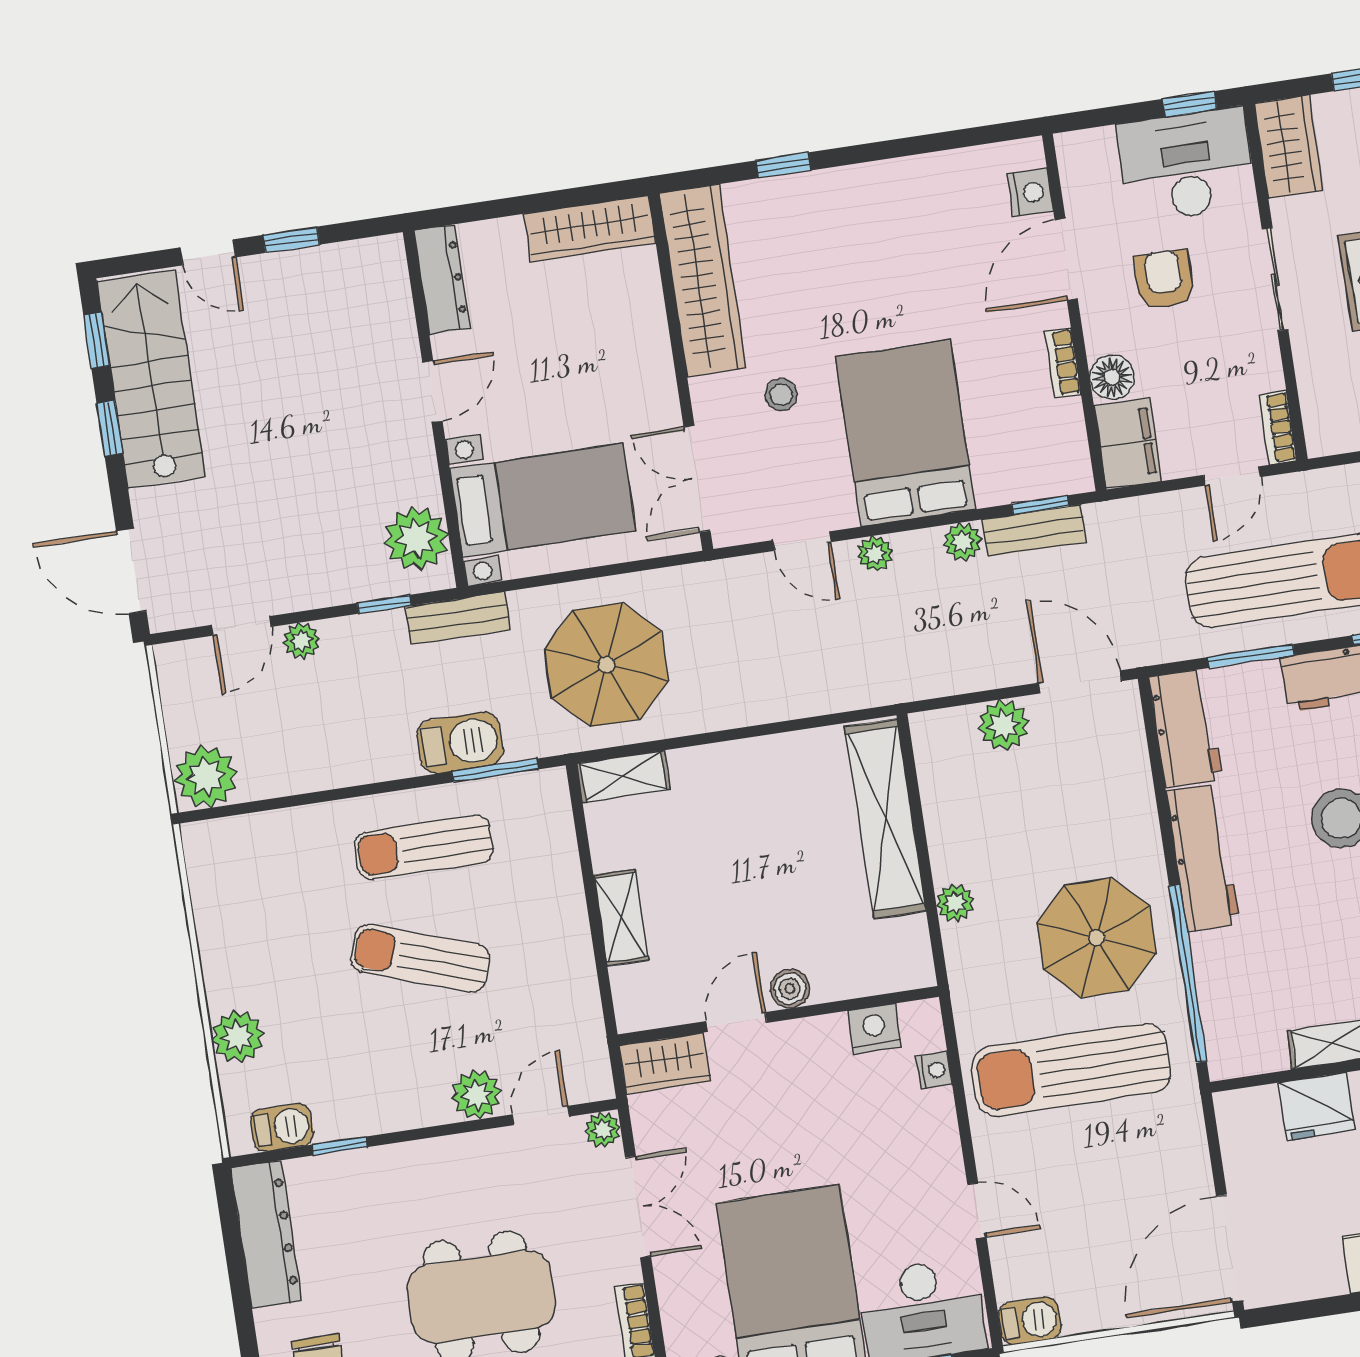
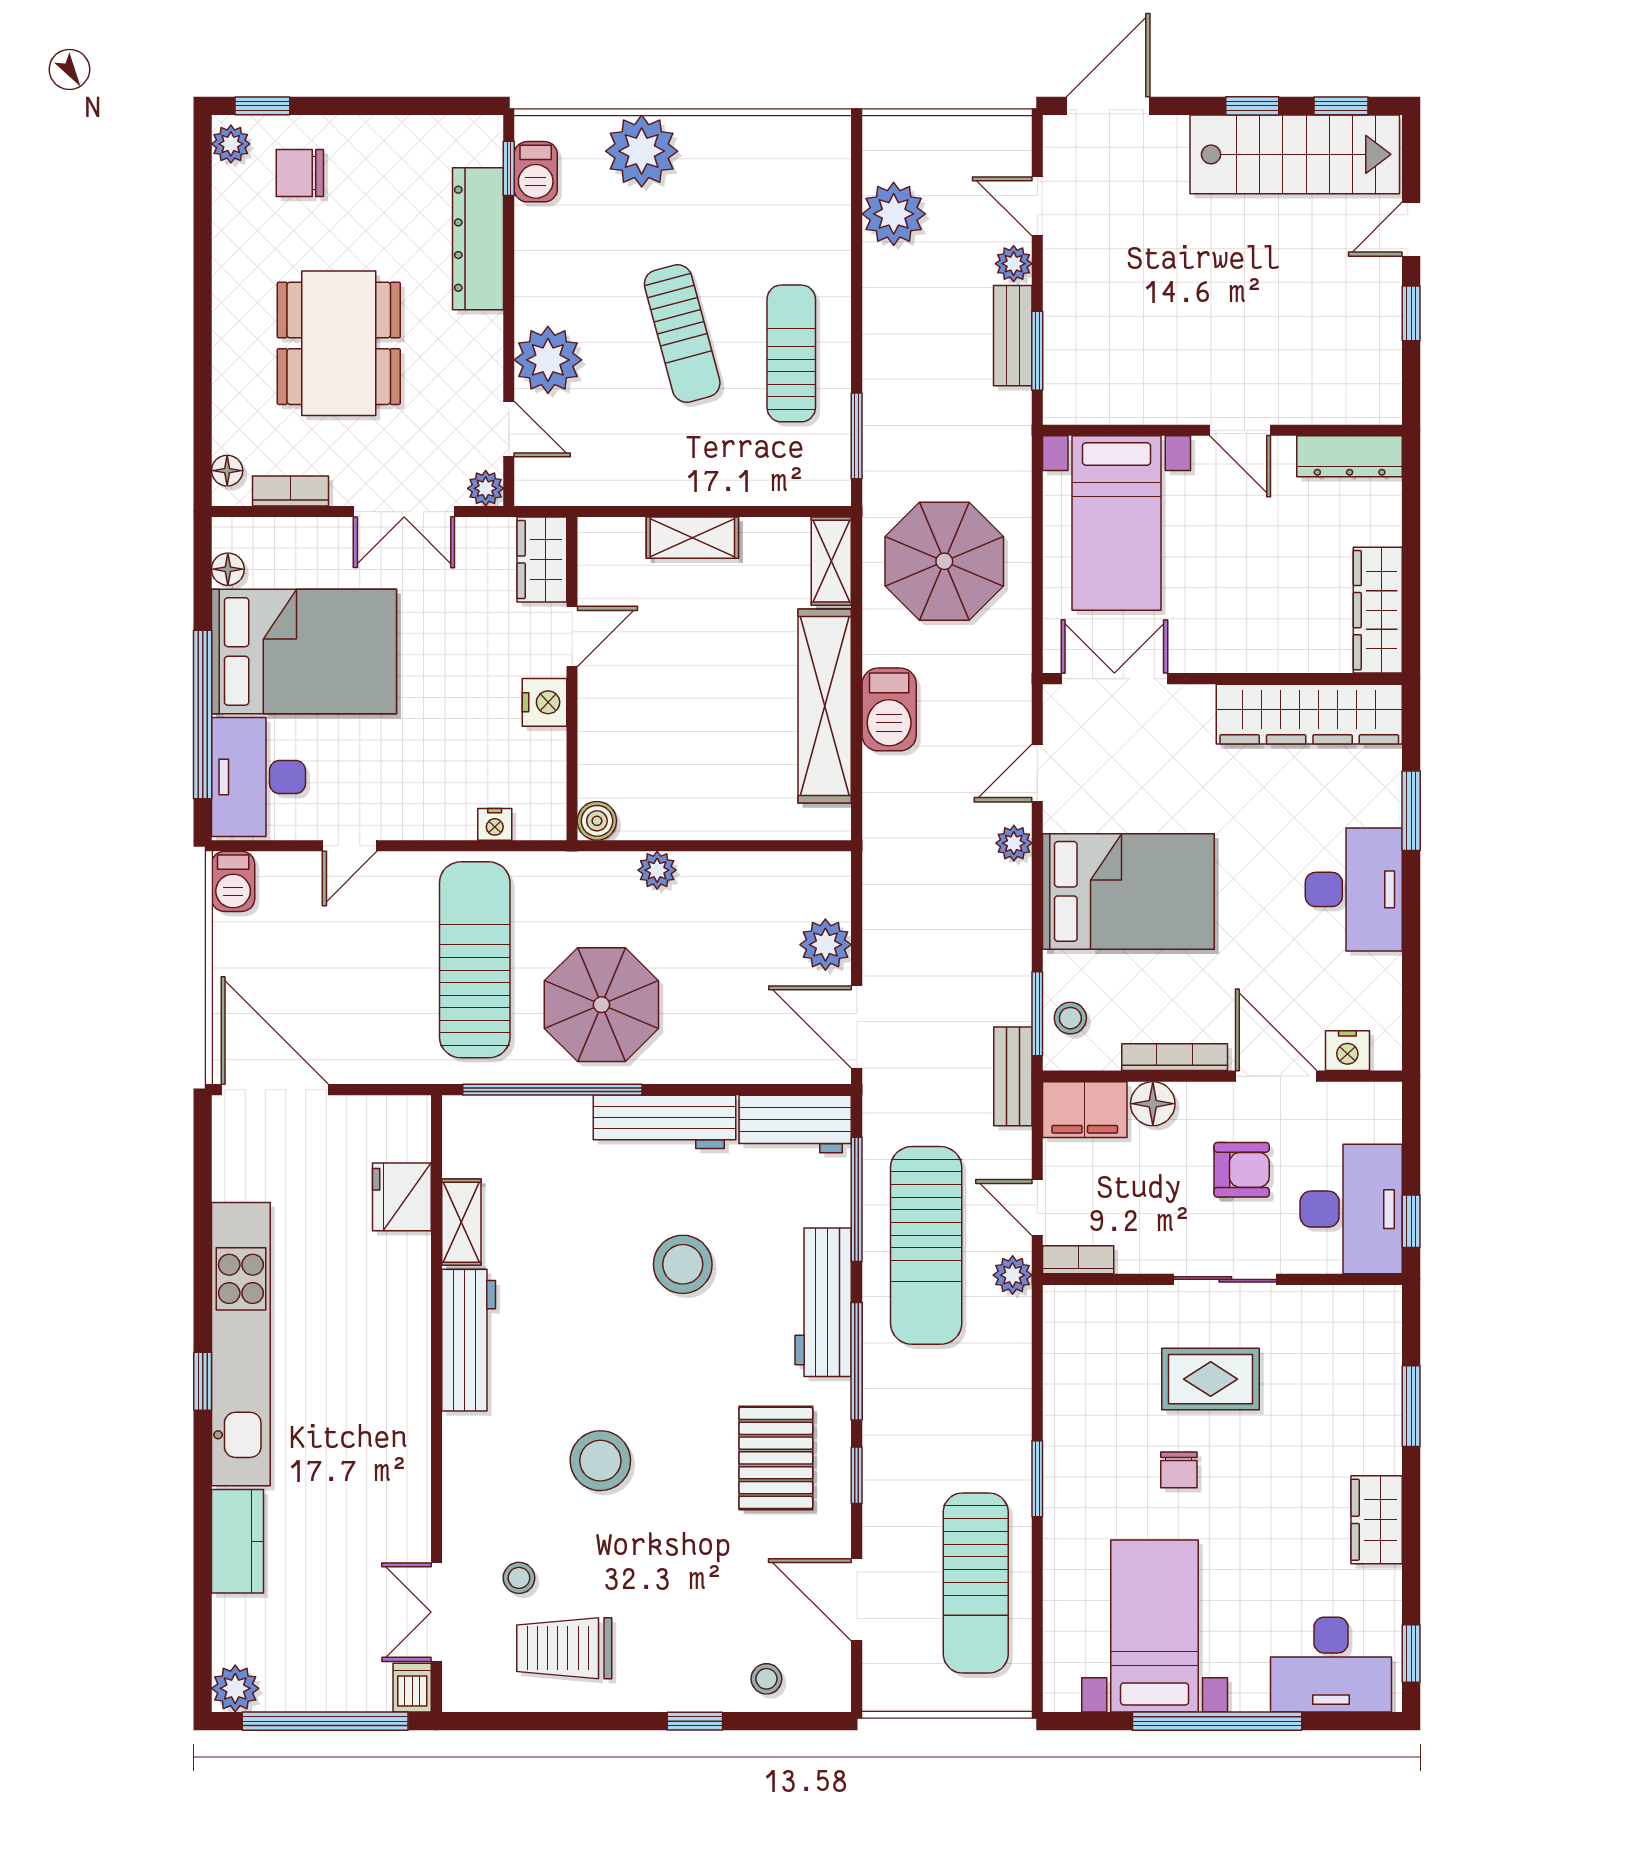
wardrobe: (1289, 147) -> (1354, 1313), removed
window: (783, 165) -> (1411, 811), width x1.50
desk: (870, 210) -> (1354, 889), added
bookcase: (1063, 363) -> (1175, 1057), width x1.56
stool: (781, 395) -> (1070, 1018), moved
window: (1040, 505) -> (1037, 1014), width x1.50
bench: (1034, 531) -> (1013, 1076), moved
plant: (416, 539) -> (1097, 392), removed
plant: (963, 542) -> (1013, 1275), moved
window: (384, 604) -> (1037, 351), width x1.50
bench: (458, 618) -> (1013, 336), moved
window: (1251, 656) -> (857, 1199), width x1.44
door: (1080, 682) -> (857, 1027), swing flipped
barbecue: (460, 743) -> (889, 709), moved
plant: (206, 777) -> (894, 214), moved
shelving: (885, 819) -> (825, 706), moved, turned 90
sun lounger: (420, 958) -> (682, 333), turned 146
boiler: (790, 989) -> (597, 821), moved
door: (736, 1022) -> (572, 636), hinge flipped
nightstand: (874, 1029) -> (545, 702), moved
plant: (238, 1037) -> (642, 151), width x1.36, depth x1.36
plant: (477, 1095) -> (548, 360), width x1.36, depth x1.36
window: (339, 1146) -> (509, 168), moved
dresser: (266, 1234) -> (478, 239), moved, turned 90

